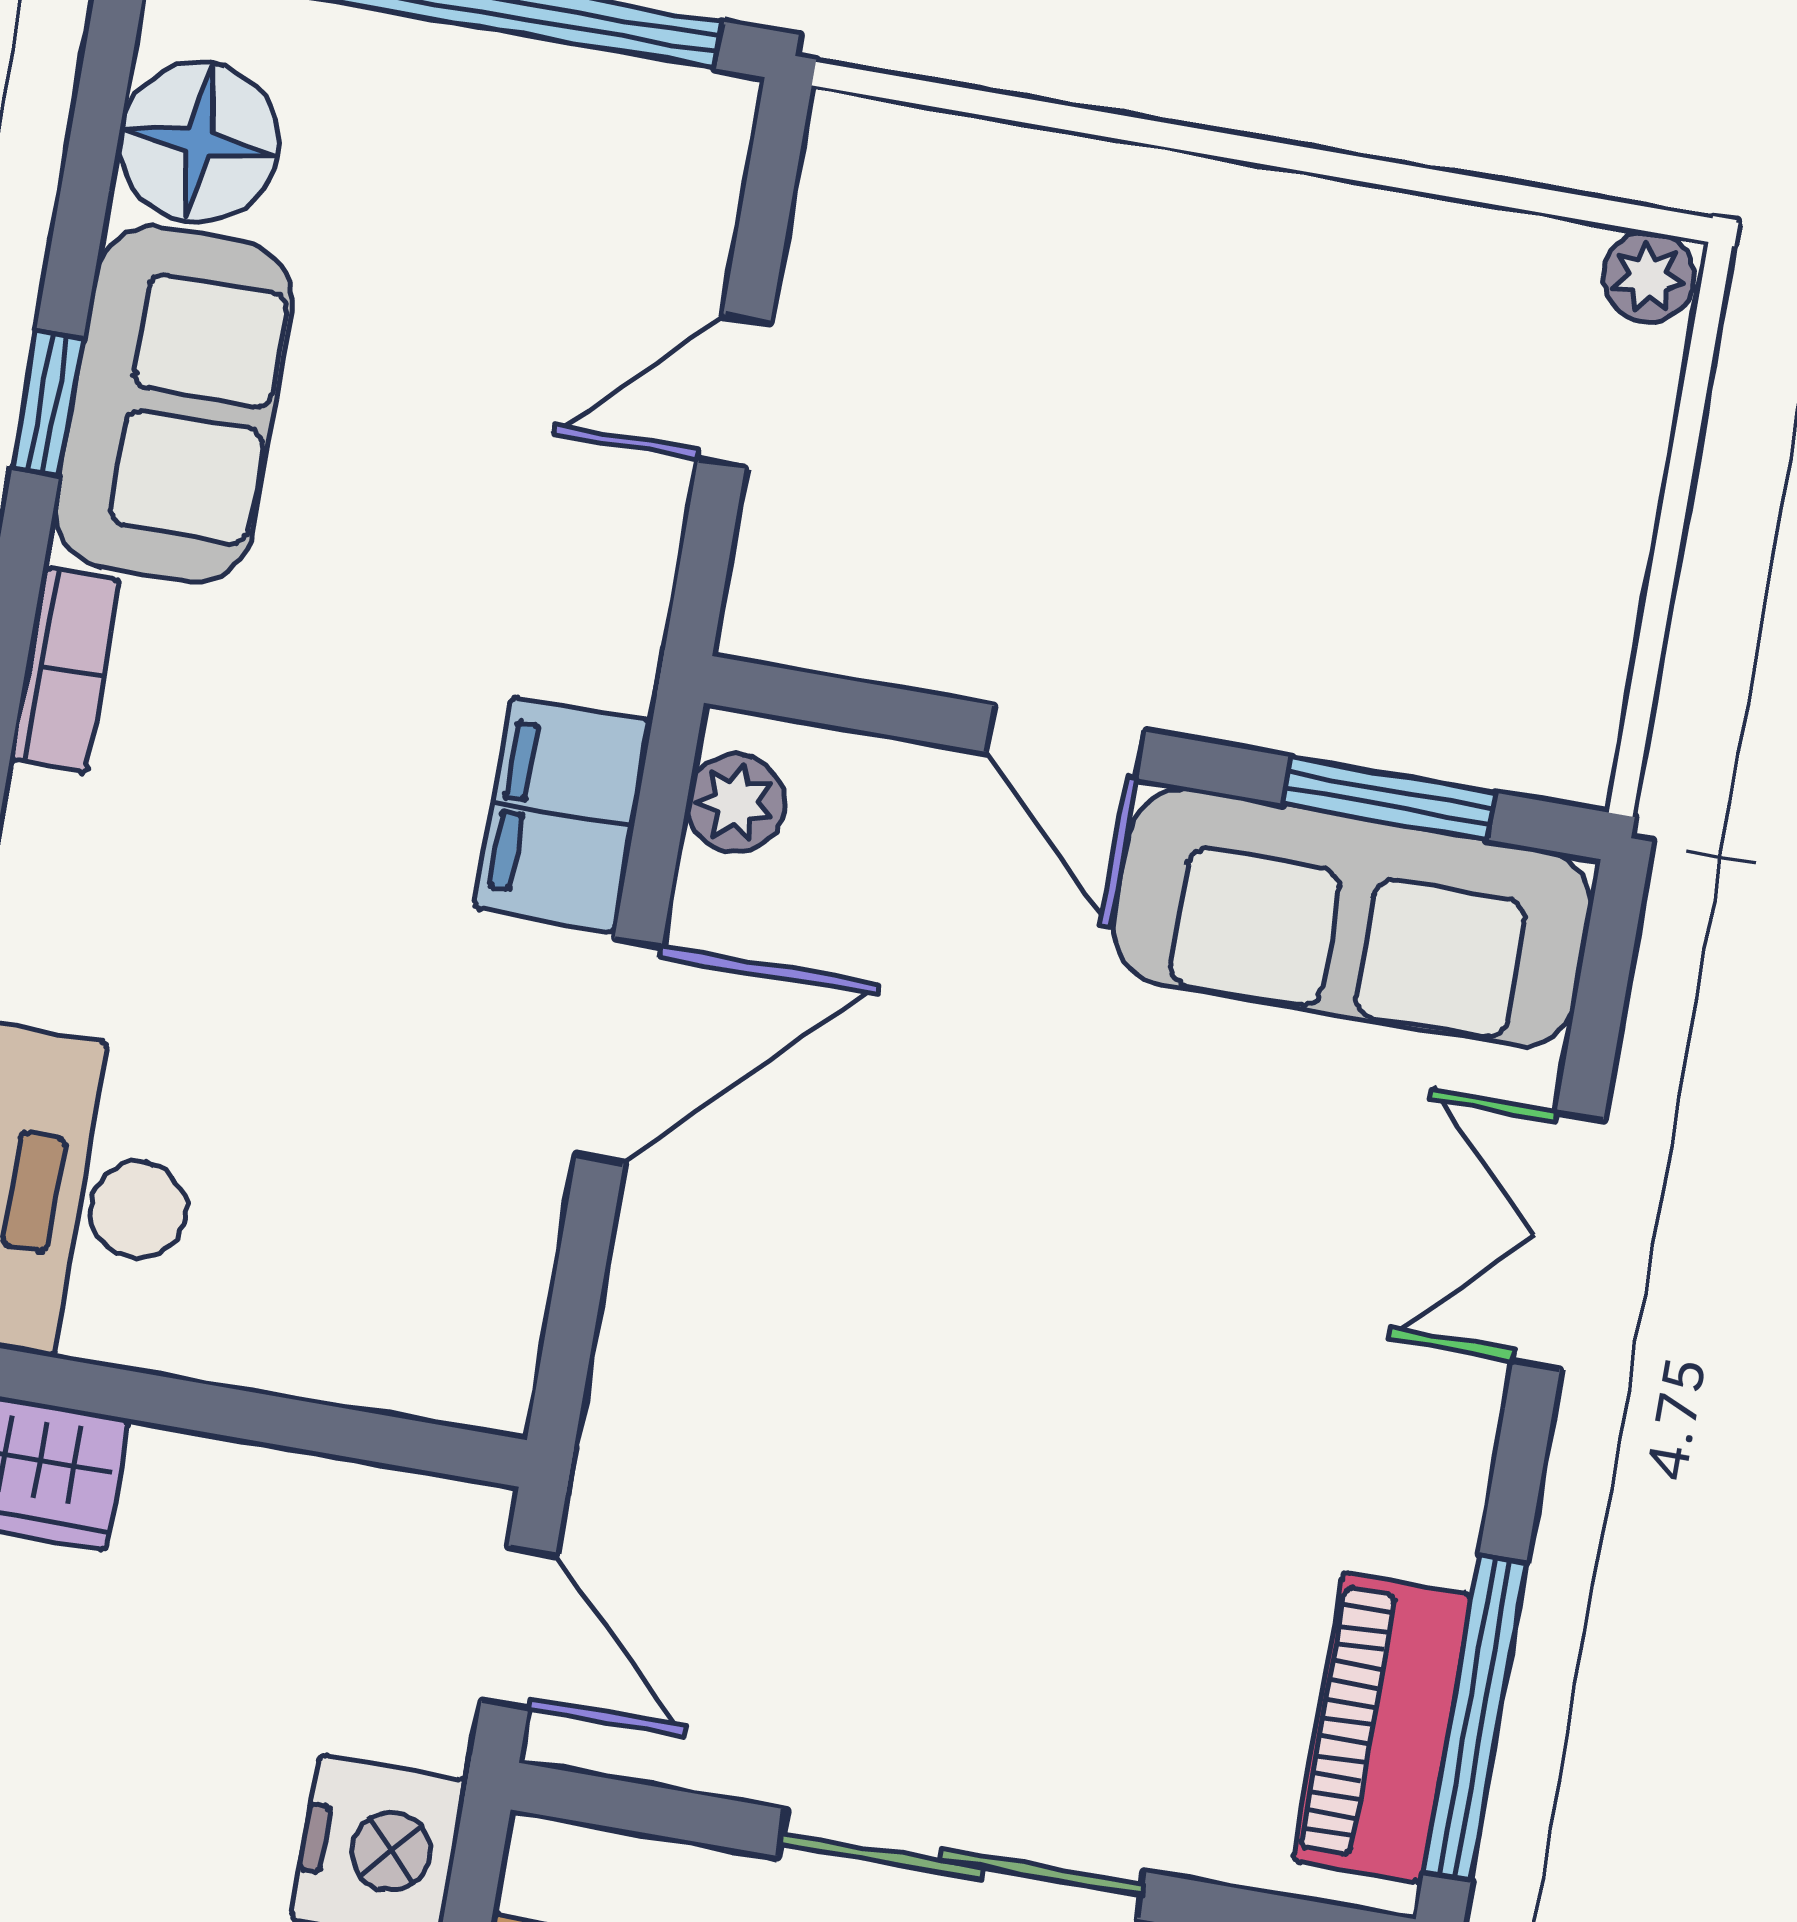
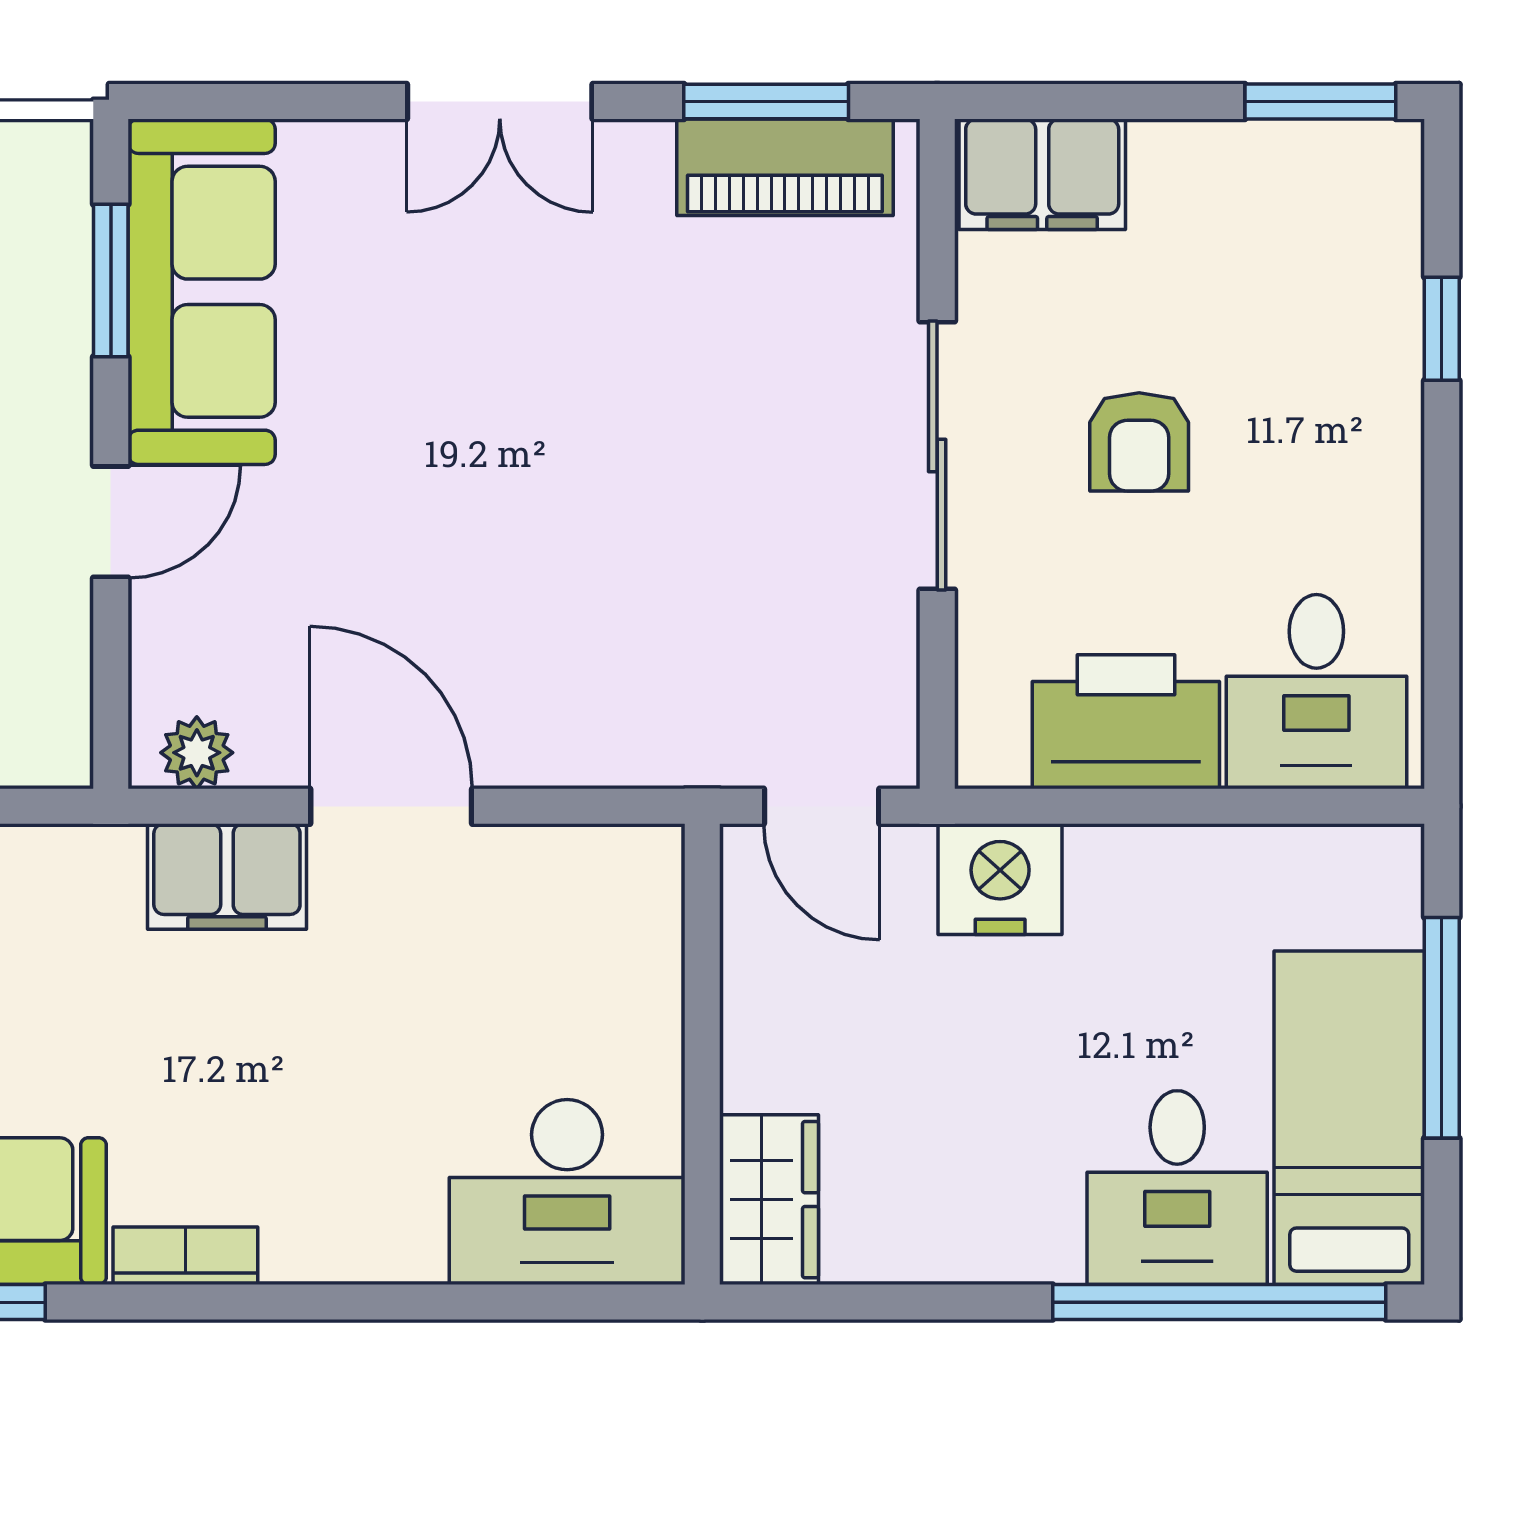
double door: (1558, 1240) -> (500, 102), moved
door: (518, 1627) -> (822, 806), swing flipped
window: (1475, 1718) -> (766, 102), width x0.69

